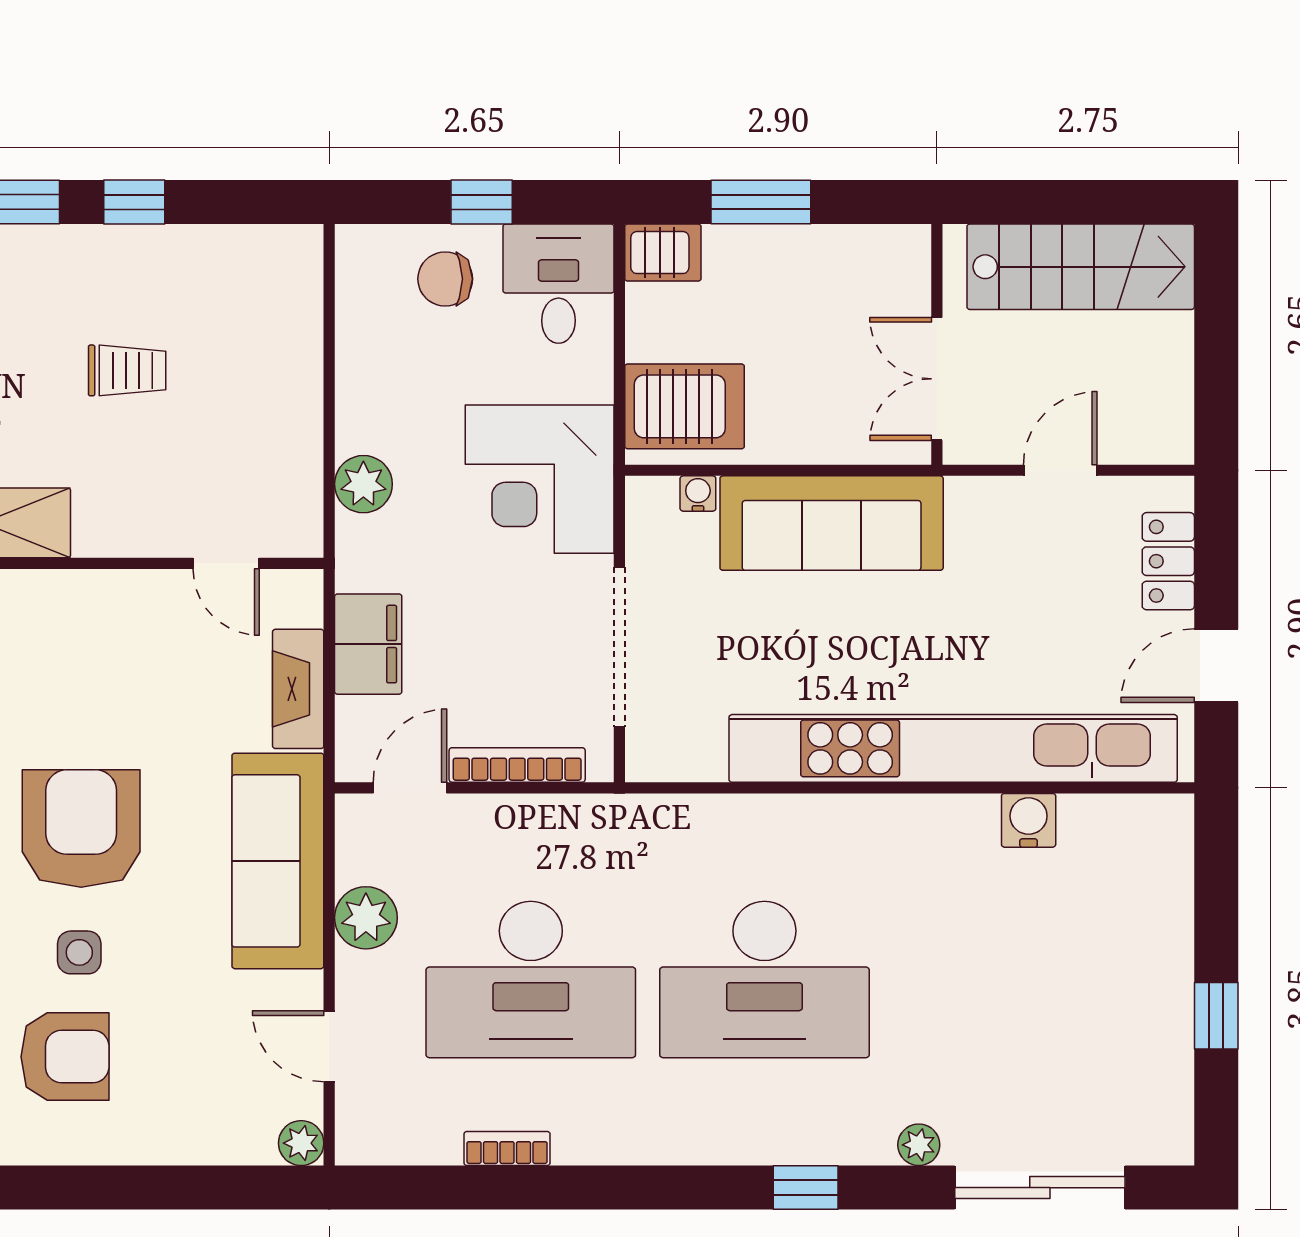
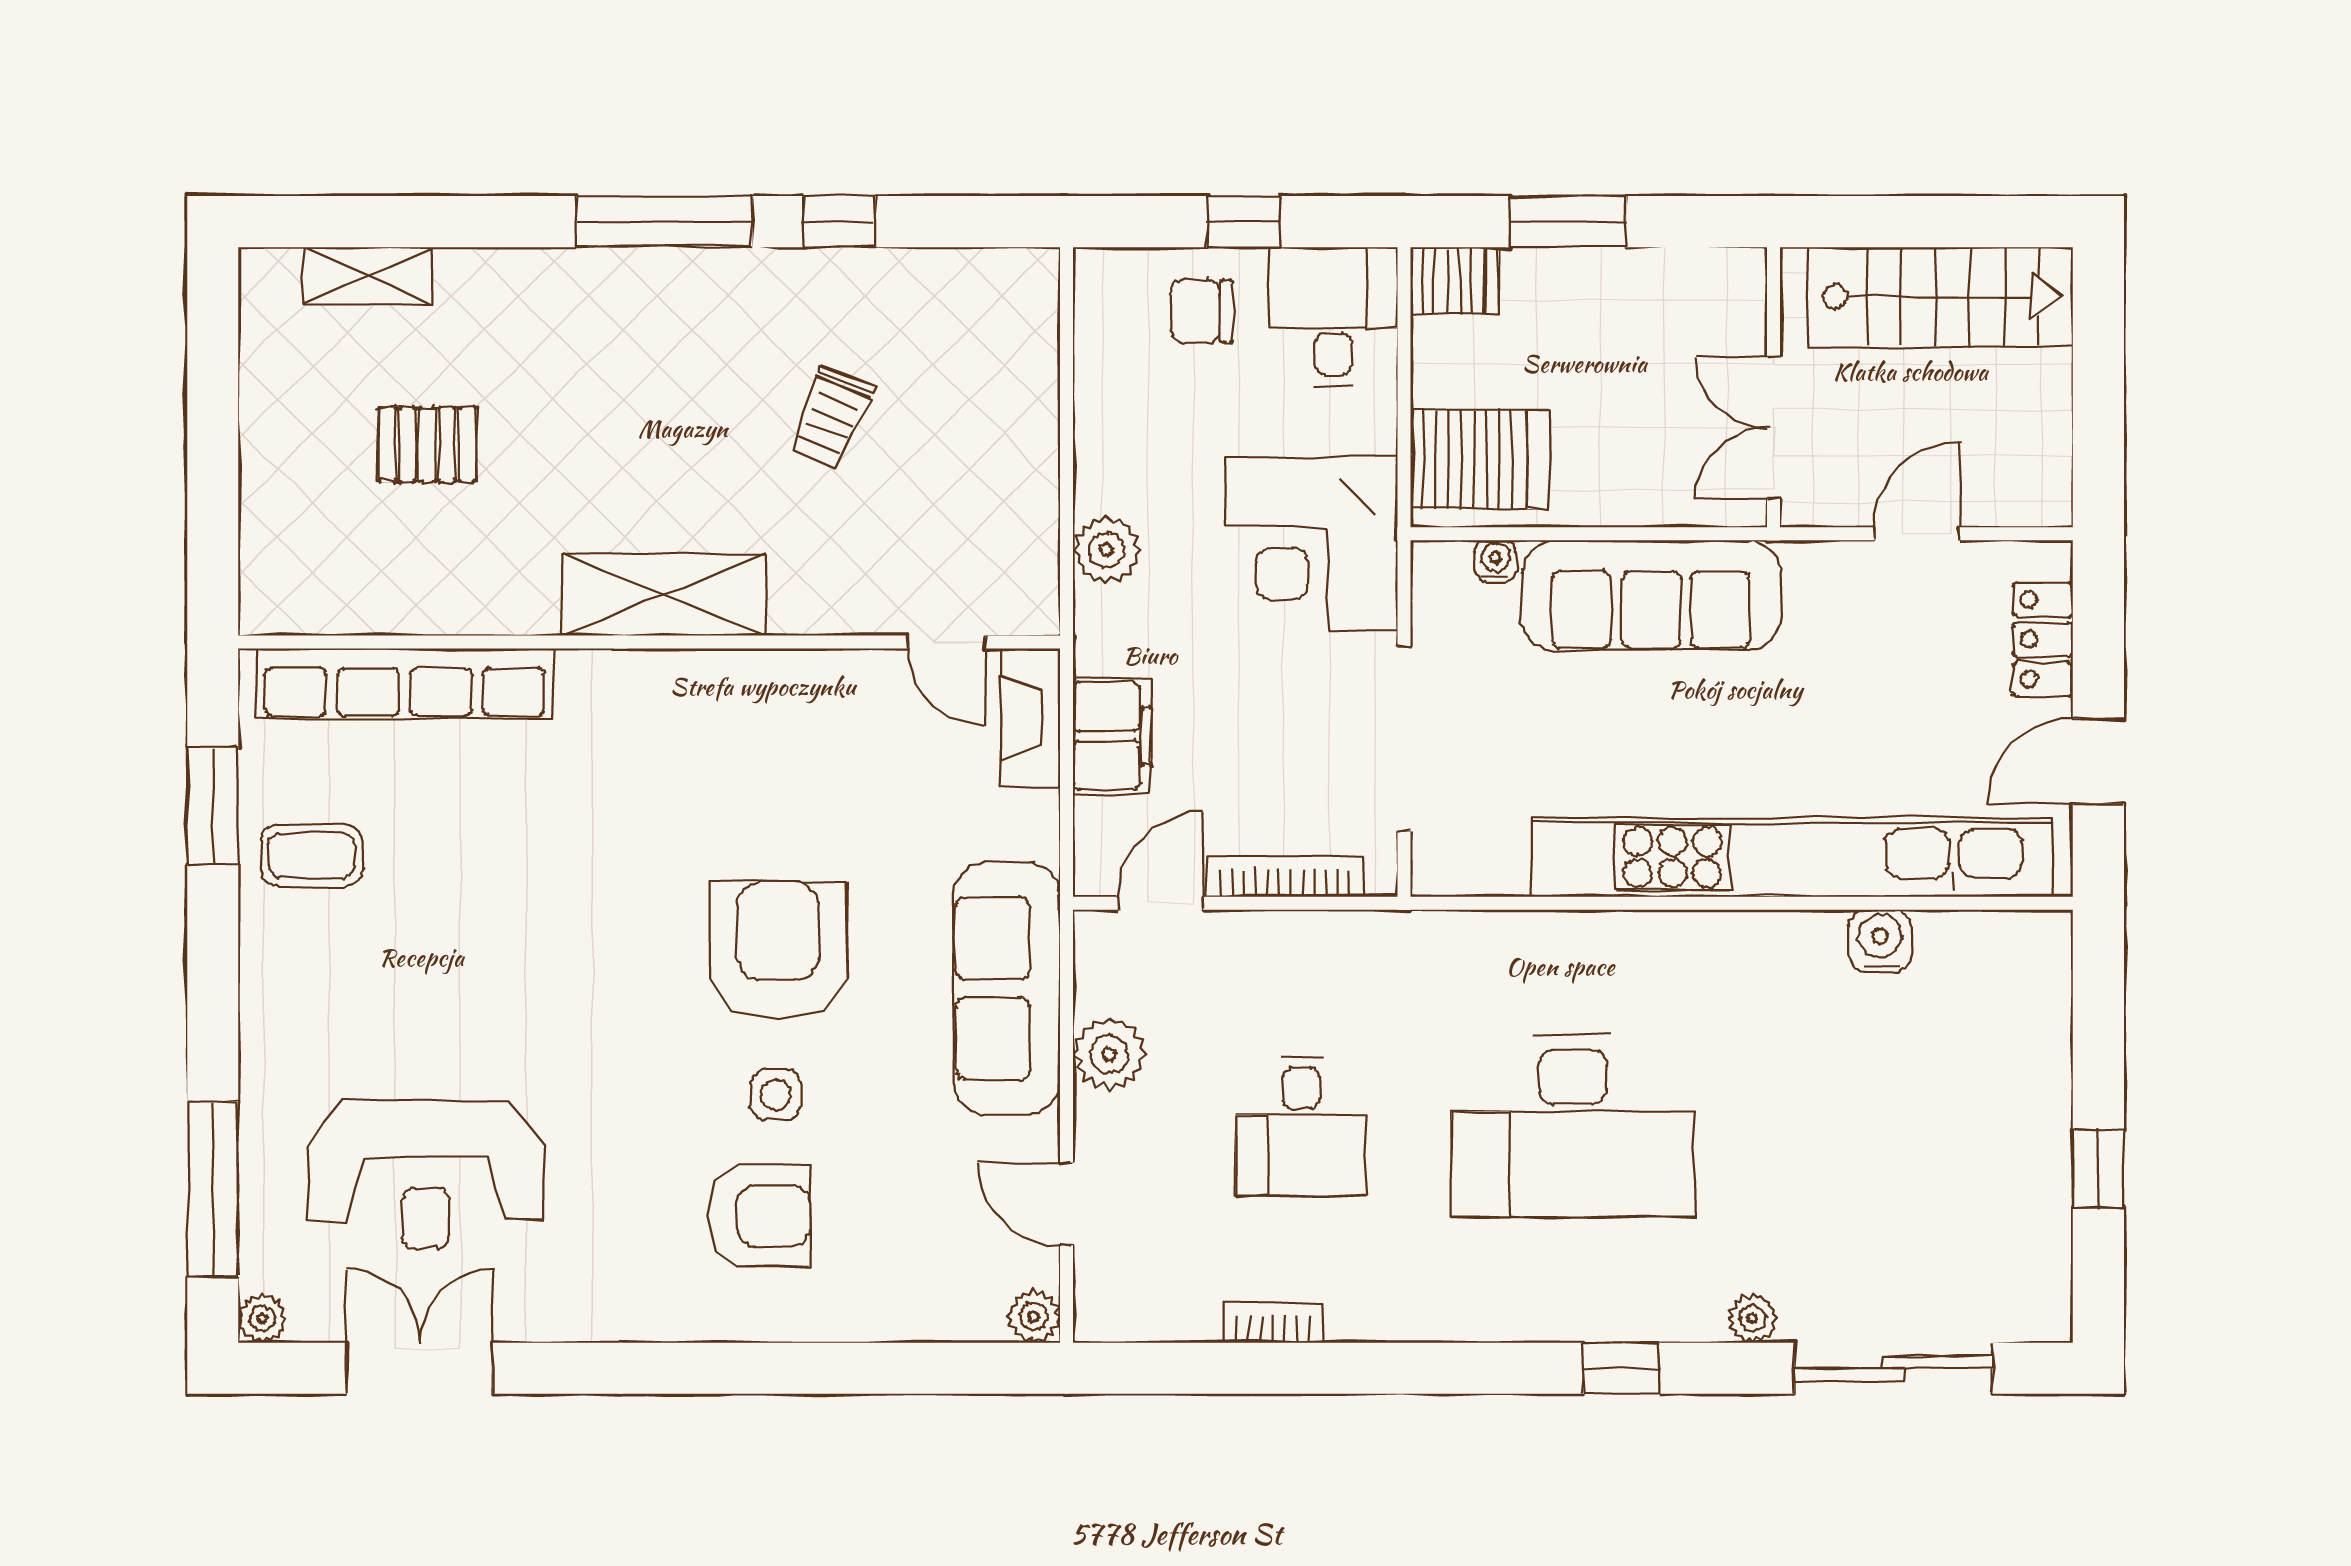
trolley: (127, 370) -> (831, 418), turned 112
fireplace: (298, 689) -> (1030, 718), moved
desk: (531, 979) -> (1301, 1126), width x0.53, depth x0.77

